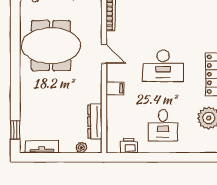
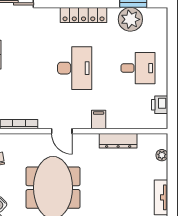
door: (104, 54) -> (62, 131), swing flipped
dresser: (95, 122) -> (118, 141), moved

